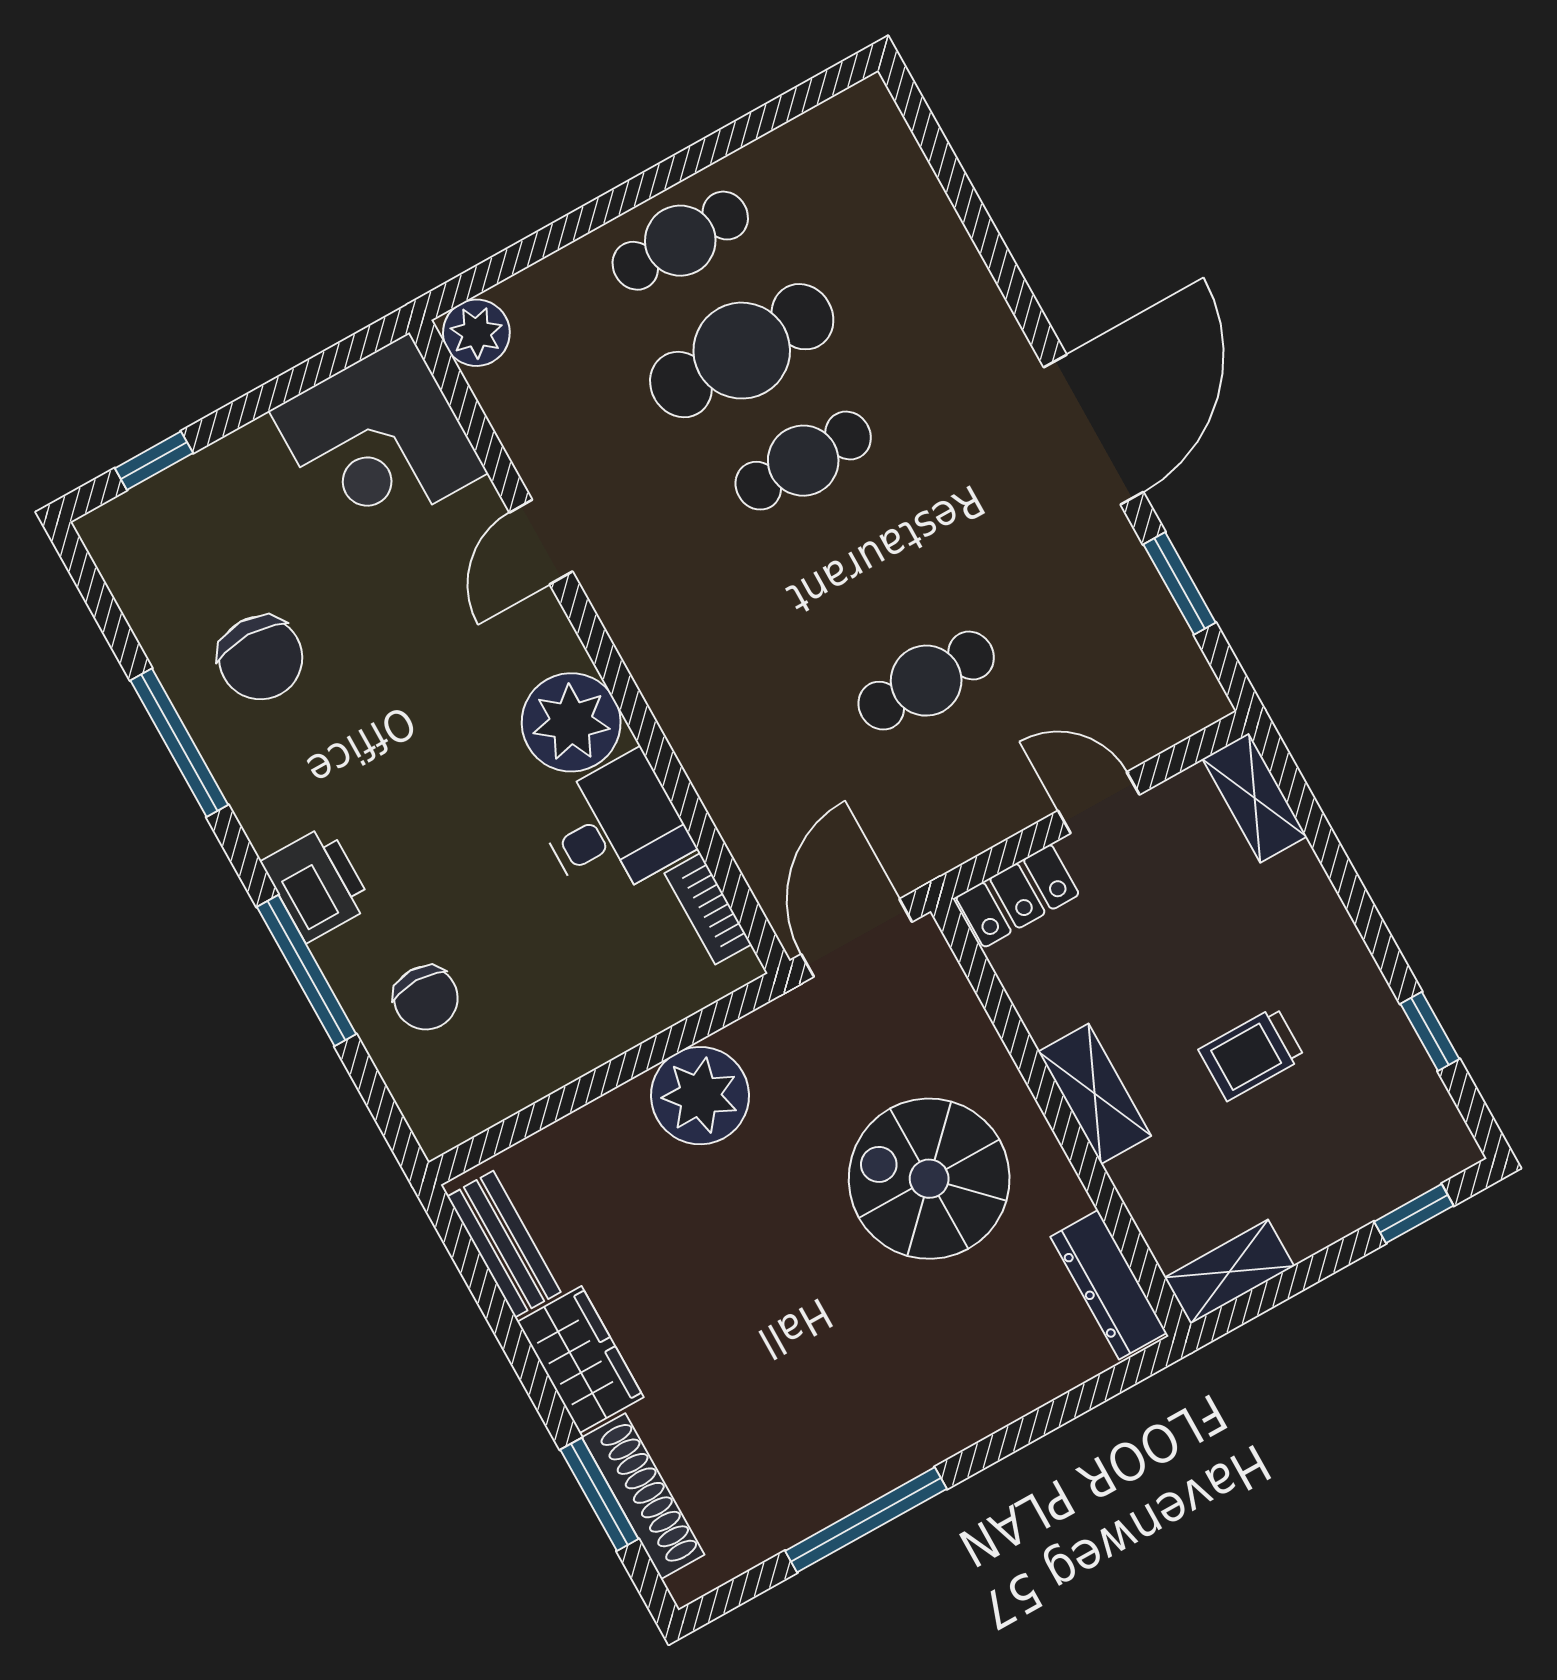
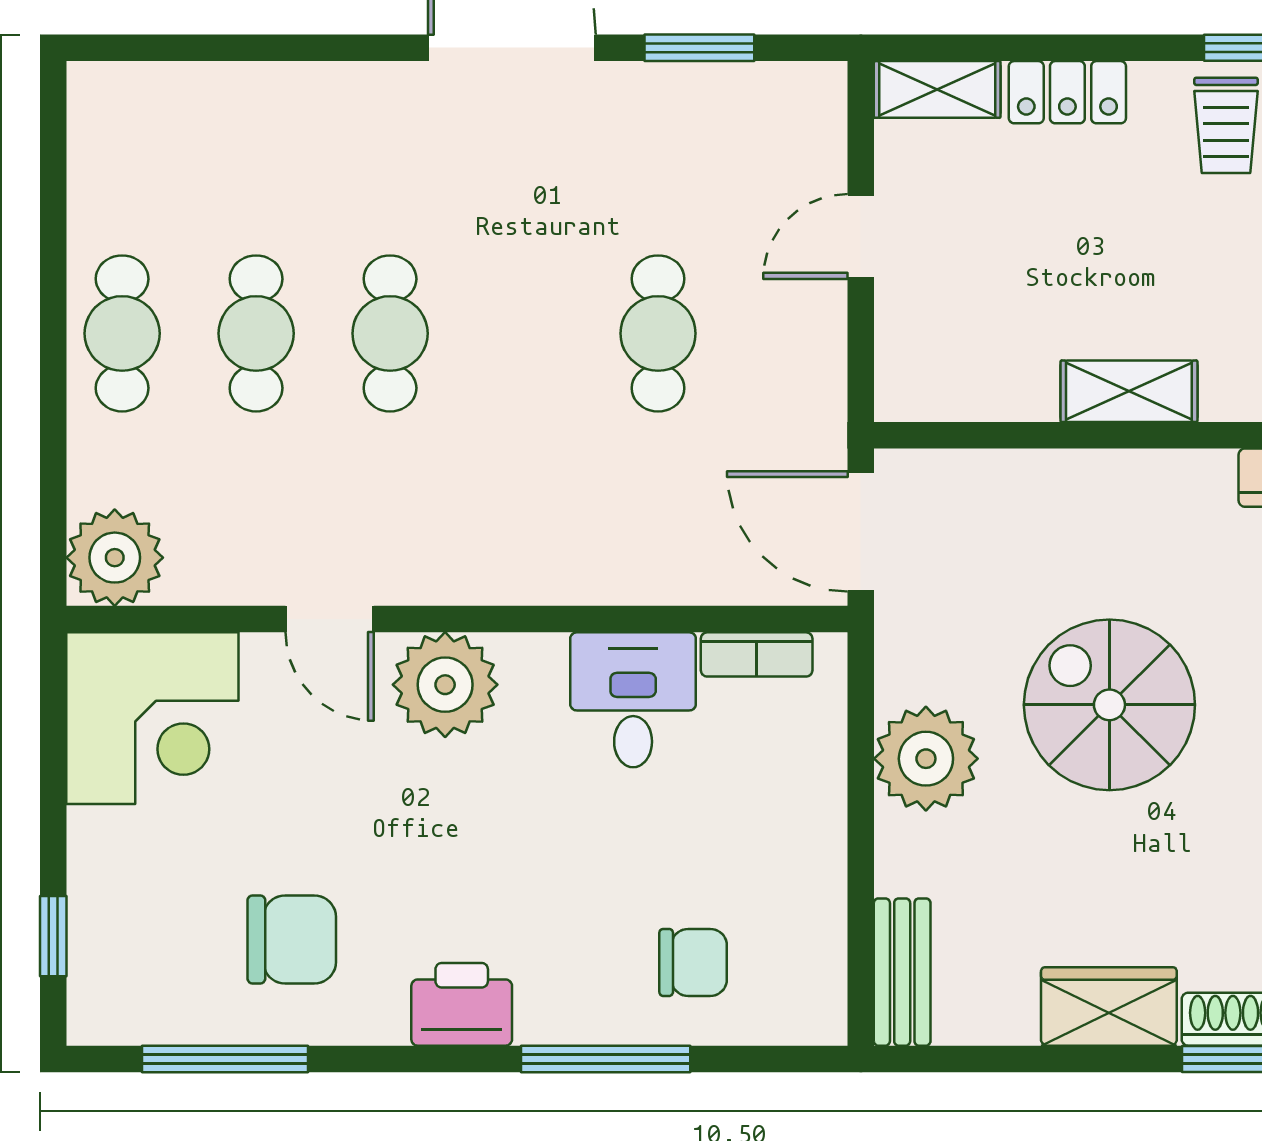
plant: (476, 333) -> (115, 558), width x1.36, depth x1.36
cafe table: (742, 351) -> (256, 333), width x0.73, depth x0.74
plant: (571, 722) -> (445, 685), moved
window: (179, 743) -> (225, 1059), moved
printer: (317, 884) -> (462, 1004), moved
locker: (1017, 896) -> (1067, 92), moved, turned 90
trolley: (1252, 1054) -> (1226, 125), moved
spiral stairs: (929, 1179) -> (1109, 705), moved, turned 90
bench: (504, 1244) -> (902, 972), moved, turned 90

